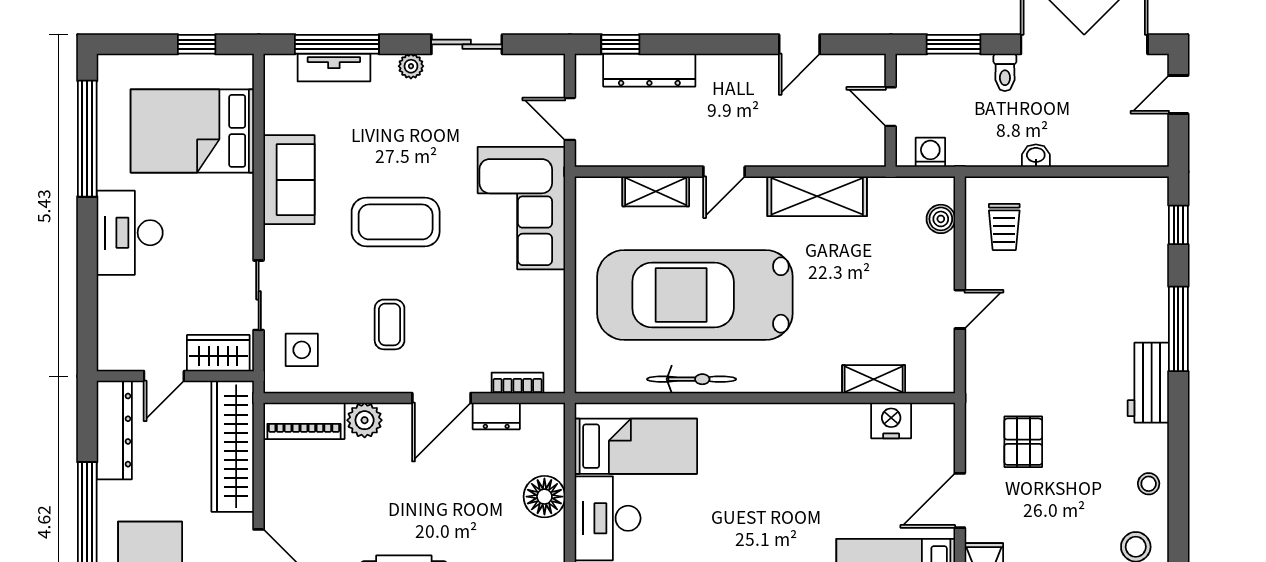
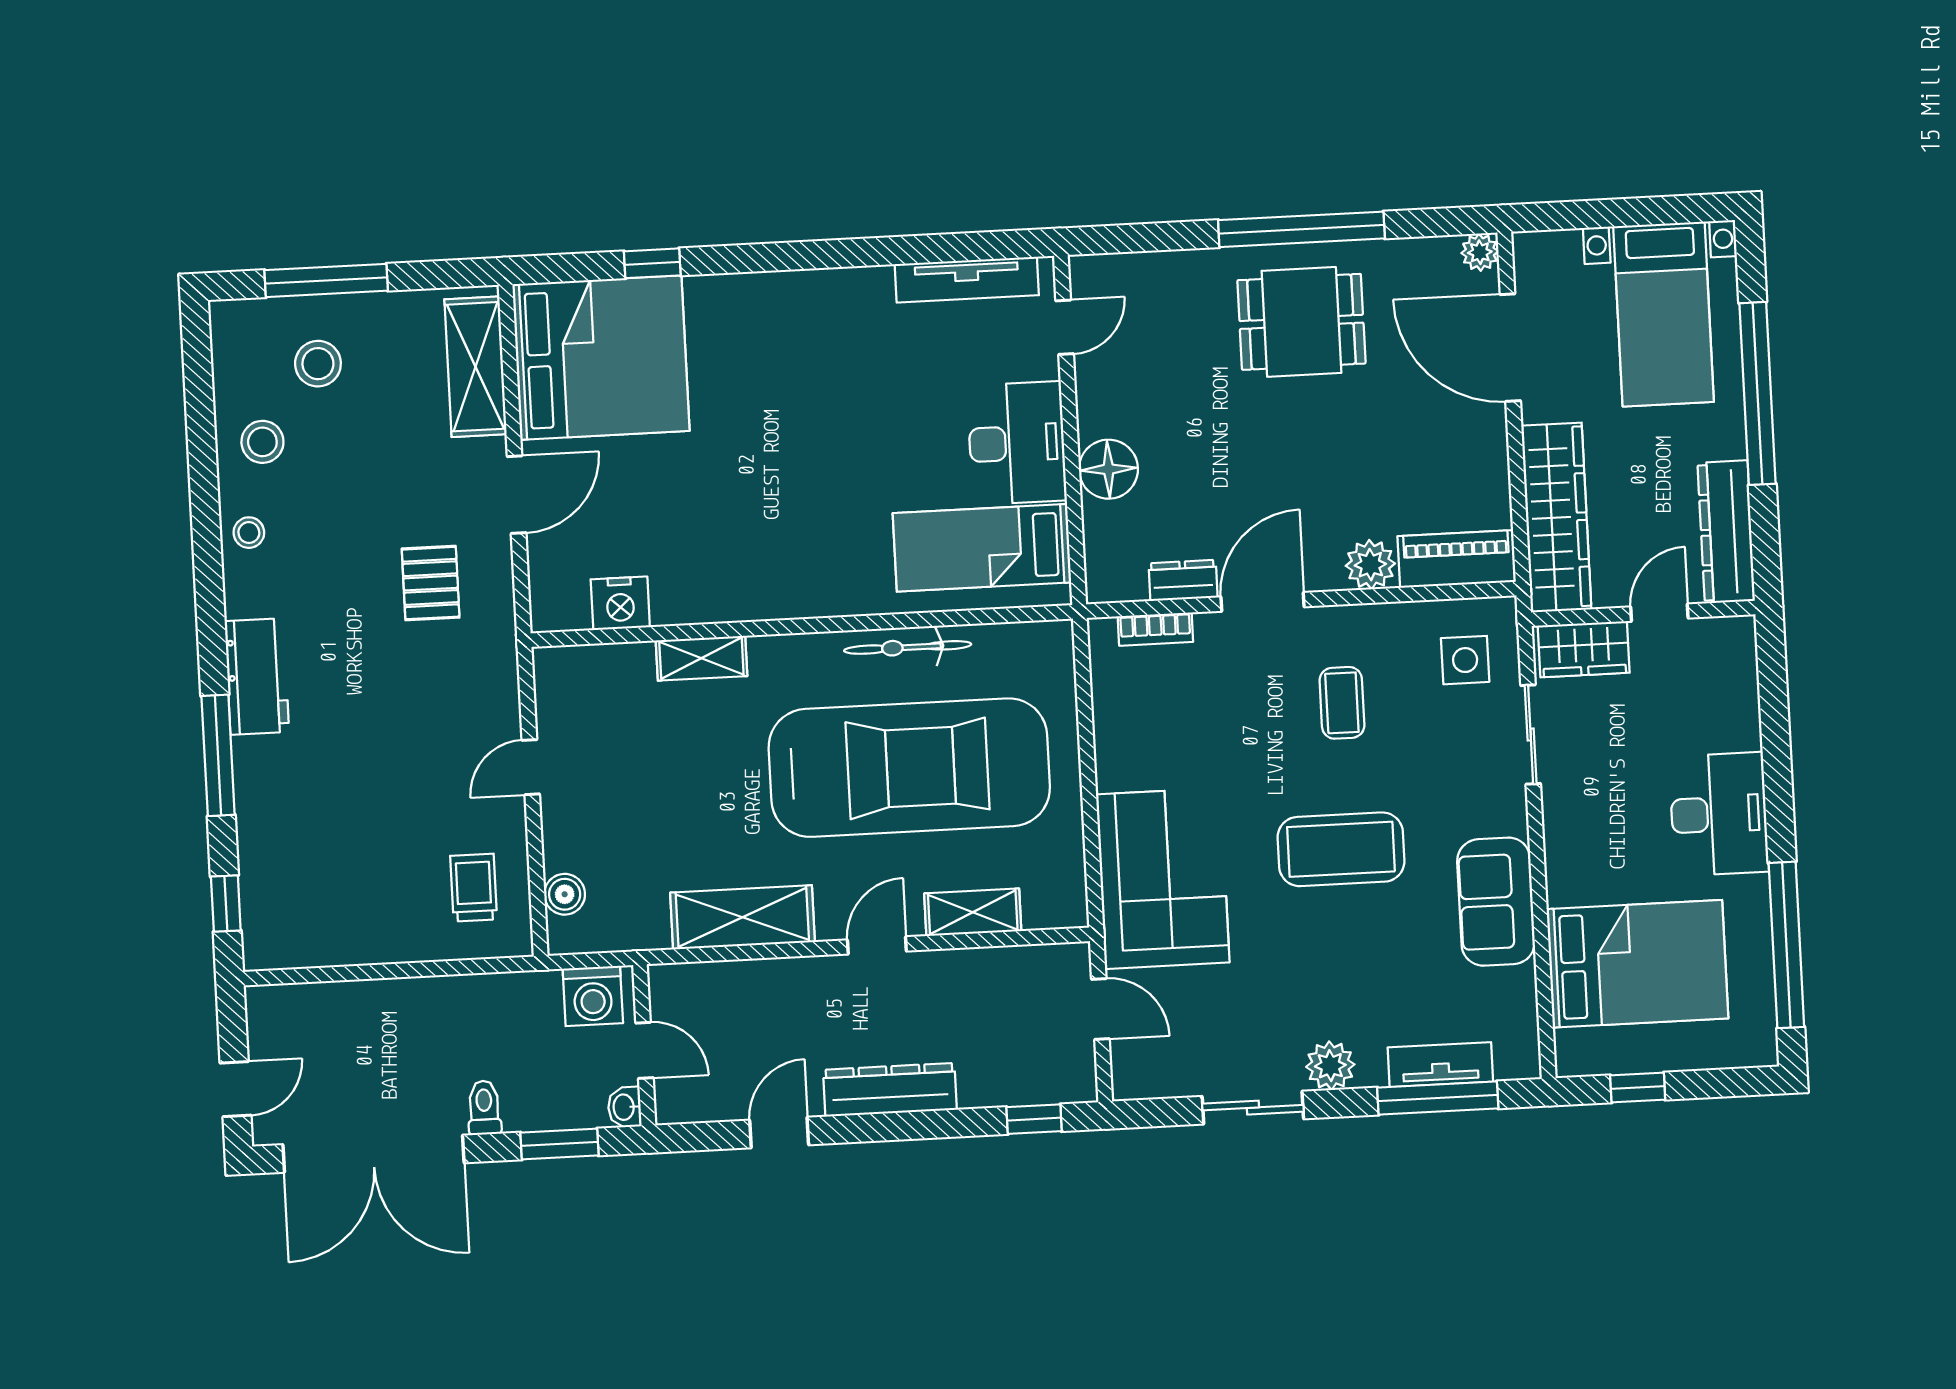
plant: (411, 66) -> (1330, 1066), width x1.38, depth x1.38
dresser: (649, 70) -> (890, 1090), moved
washing machine: (930, 152) -> (593, 996), width x1.38, depth x1.38
washbasin: (1036, 156) -> (625, 1107), moved, turned 90
shelving: (874, 379) -> (701, 658), moved

